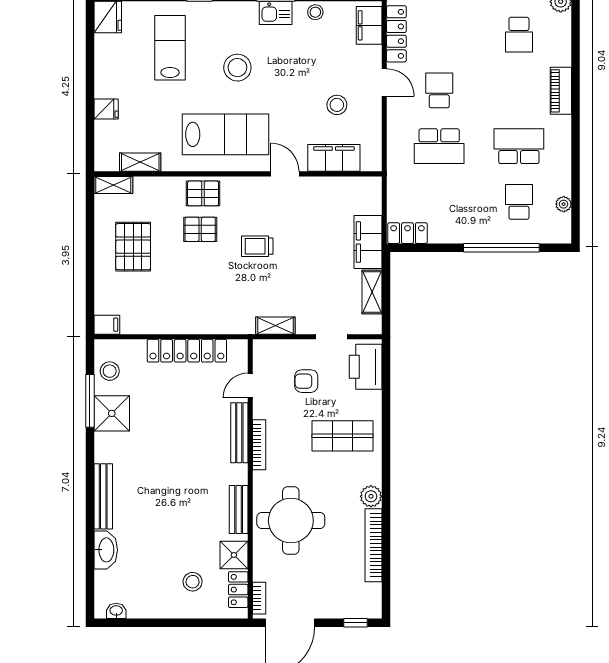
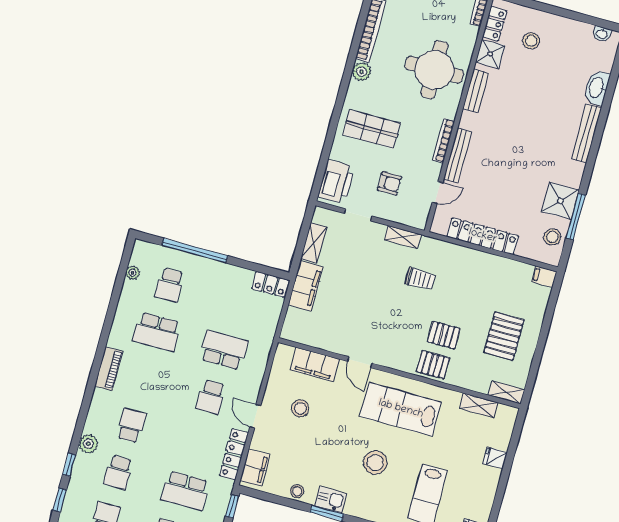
trolley: (257, 246) -> (420, 279), moved

